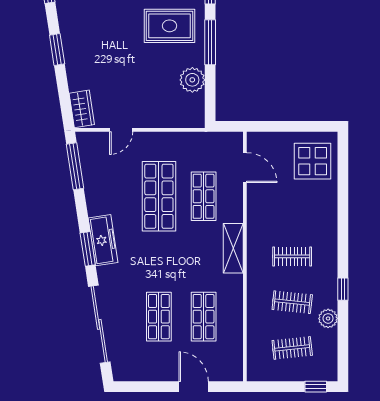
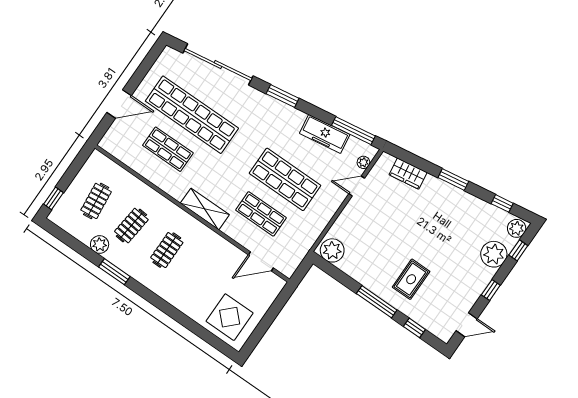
rug: (170, 26) -> (411, 279), width x0.73, depth x0.70
plant: (192, 80) -> (332, 250), moved
wardrobe: (82, 109) -> (408, 174), moved
door: (121, 130) -> (357, 186), hinge flipped
plant: (97, 138) -> (363, 162), added
freezer: (103, 240) -> (325, 134), moved
window: (343, 289) -> (114, 272), width x1.50
shop shelf: (159, 317) -> (192, 115), width x2.00, depth x1.36

